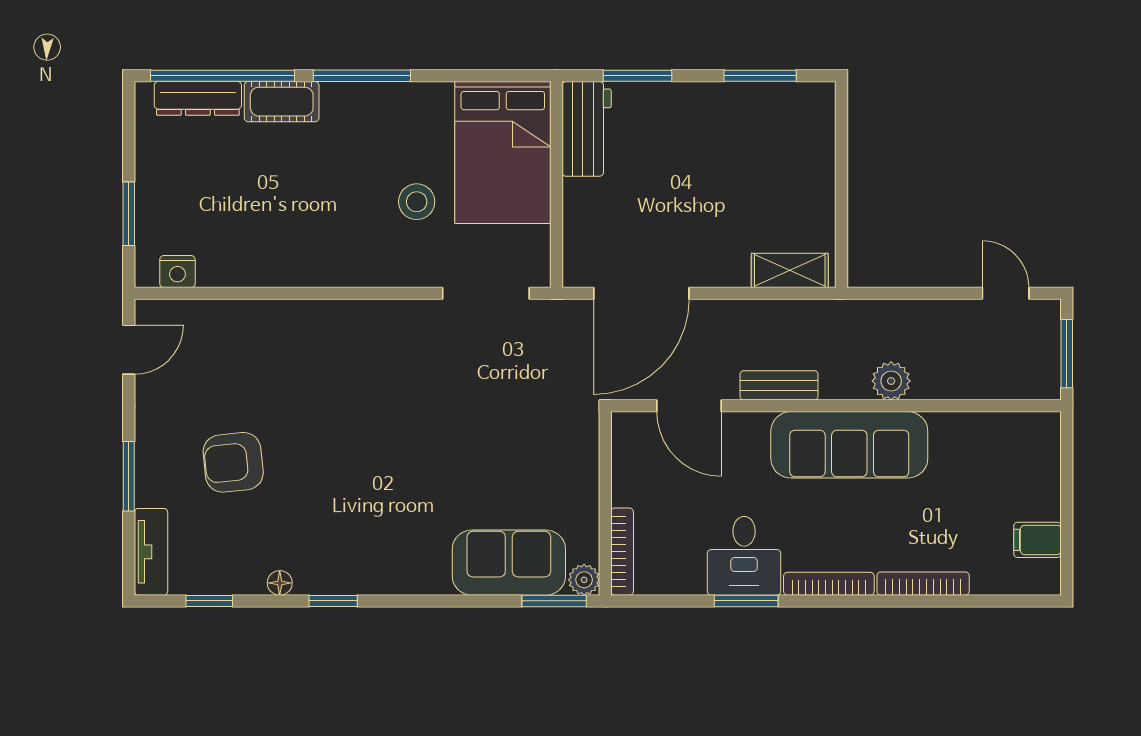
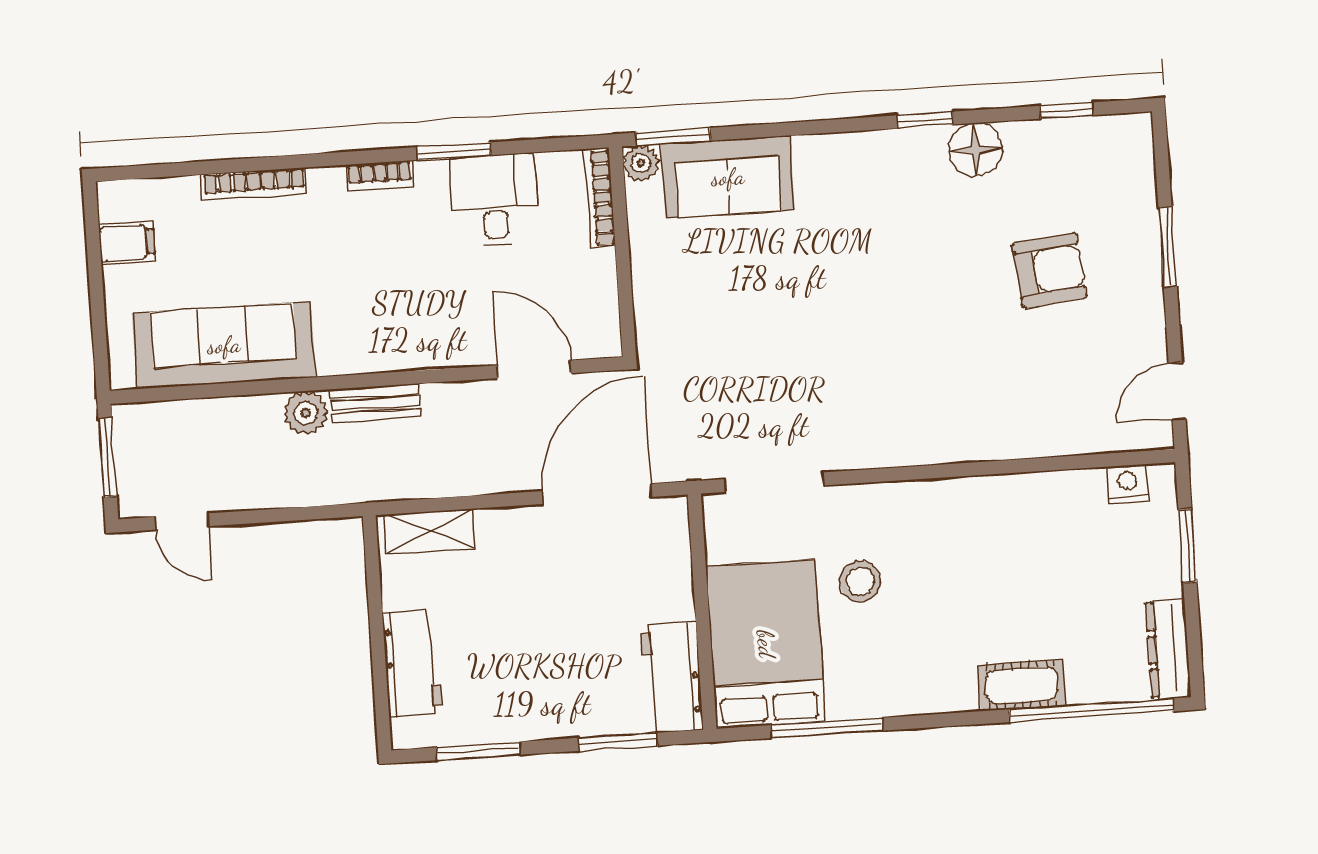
window: (362, 76) -> (827, 728), moved
dresser: (198, 98) -> (1168, 649), moved, turned -90
workbench: (812, 156) -> (413, 663), added
bench: (779, 385) -> (375, 403), moved
sofa: (849, 445) -> (224, 345), moved
tv unit: (151, 552) -> (1137, 162), removed
desk: (744, 556) -> (495, 200), moved
floor lamp: (280, 583) -> (976, 150), width x1.89, depth x1.89
bookcase: (829, 584) -> (380, 176), width x0.64

